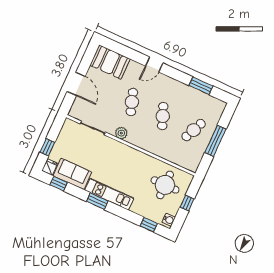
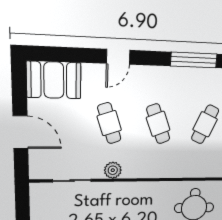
window: (201, 86) -> (194, 60), width x1.44

